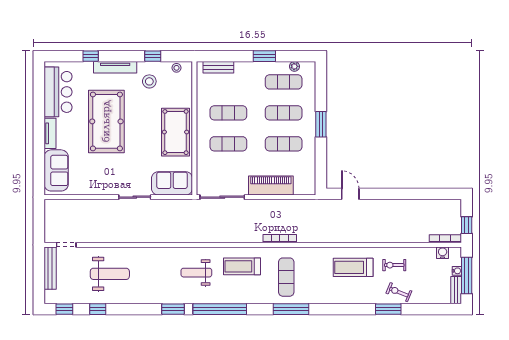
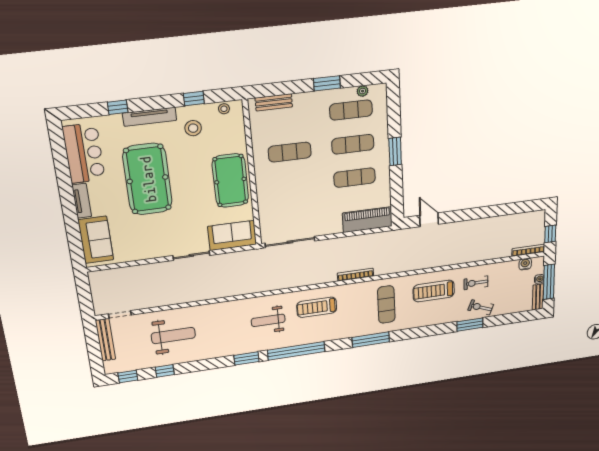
exercise mat: (228, 144) -> (292, 186), removed
piano: (271, 186) -> (367, 220), moved
exercise mat: (286, 277) -> (386, 304), moved

